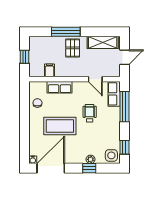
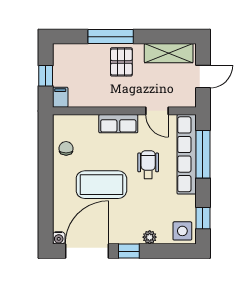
filing cabinet: (49, 70) -> (60, 97), moved
row of seats: (60, 87) -> (118, 124), moved
row of seats: (114, 94) -> (187, 154), width x2.02
window: (89, 168) -> (129, 251), moved

